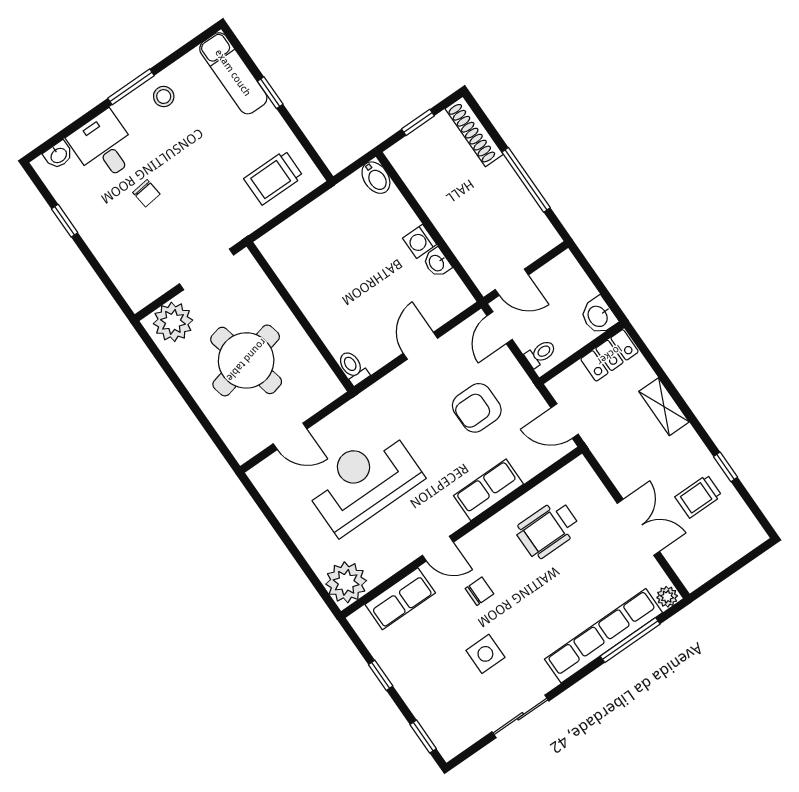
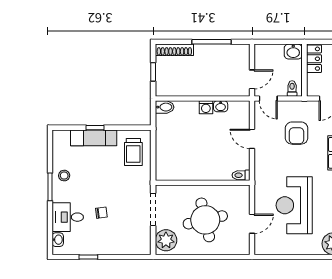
exam couch: (233, 73) -> (94, 138), moved

